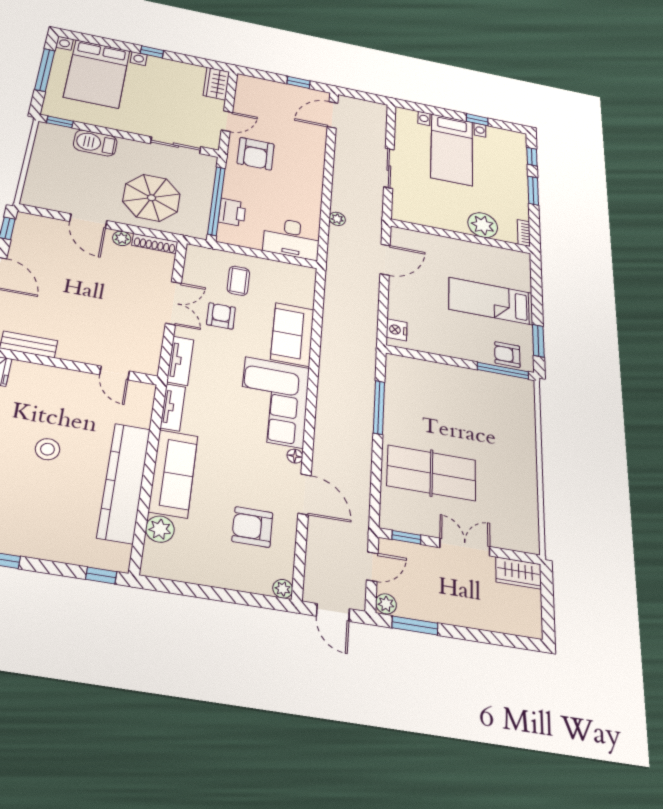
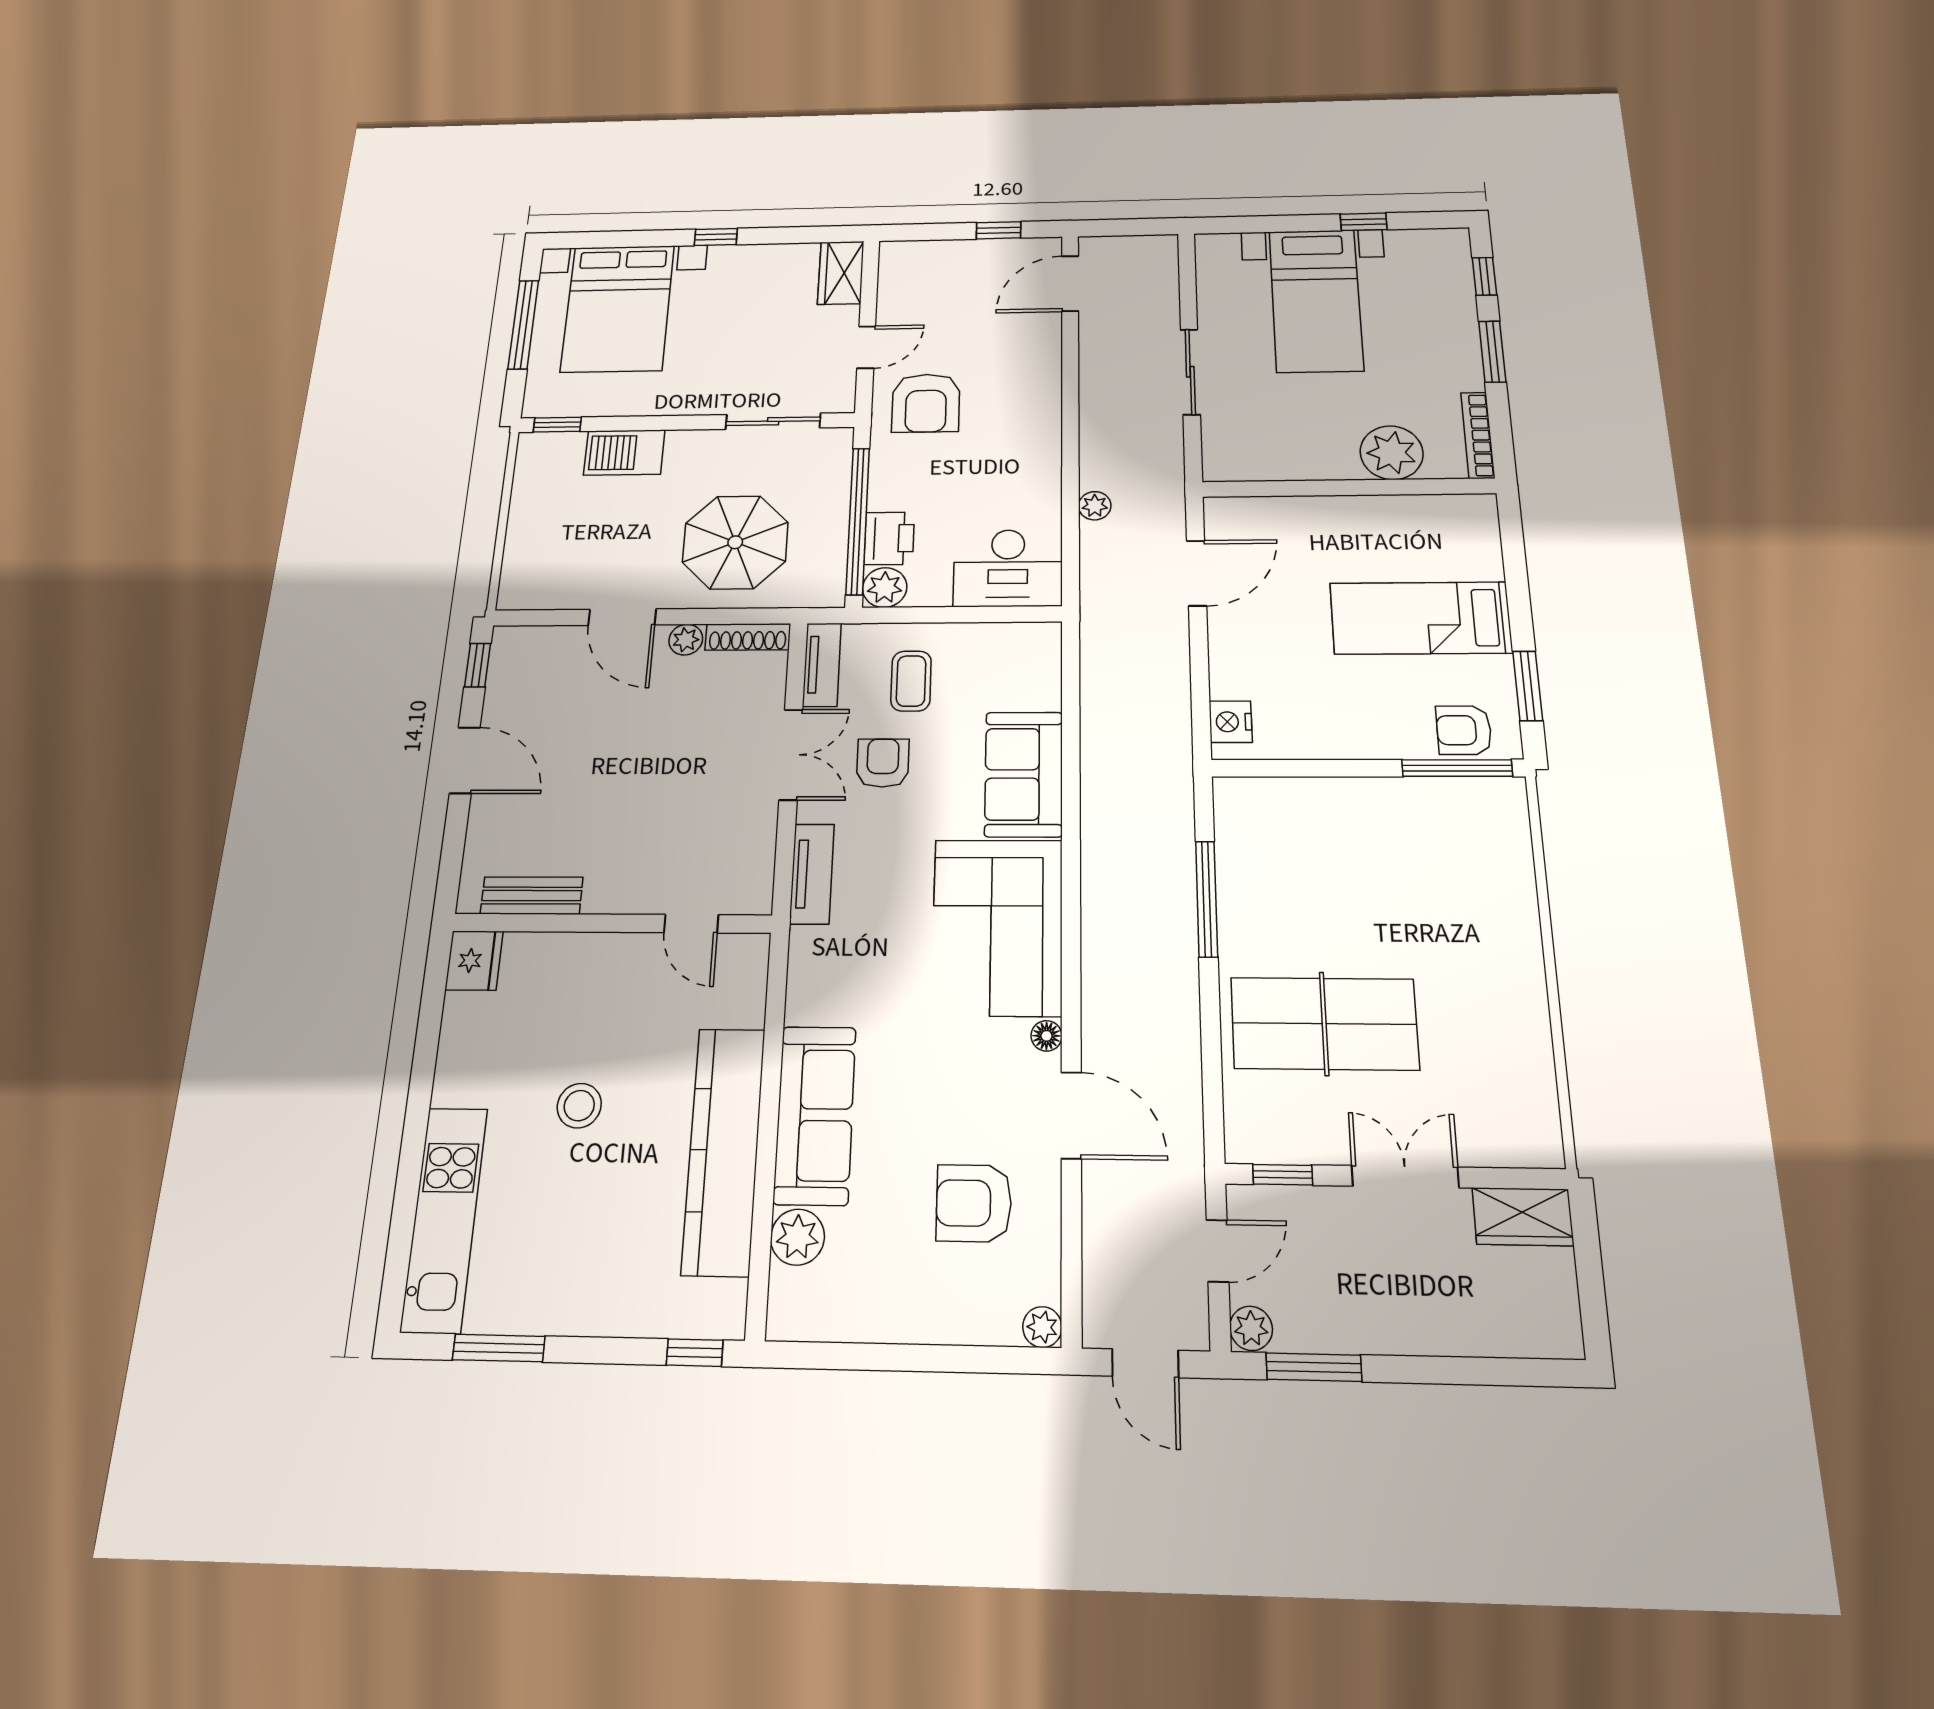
bookcase: (524, 233) -> (1478, 435), width x1.56
plant: (228, 235) -> (885, 588), added
tv unit: (173, 407) -> (822, 665), moved

